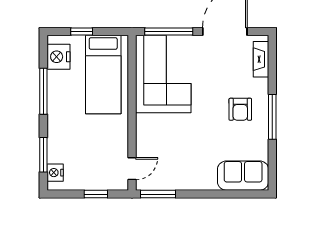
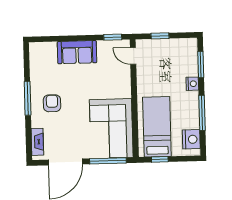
window: (82, 32) -> (160, 159), moved
door: (132, 169) -> (133, 56), hinge flipped
nightstand: (55, 173) -> (192, 84), moved
sofa: (243, 176) -> (77, 52), moved
window: (158, 194) -> (113, 37), width x0.67

